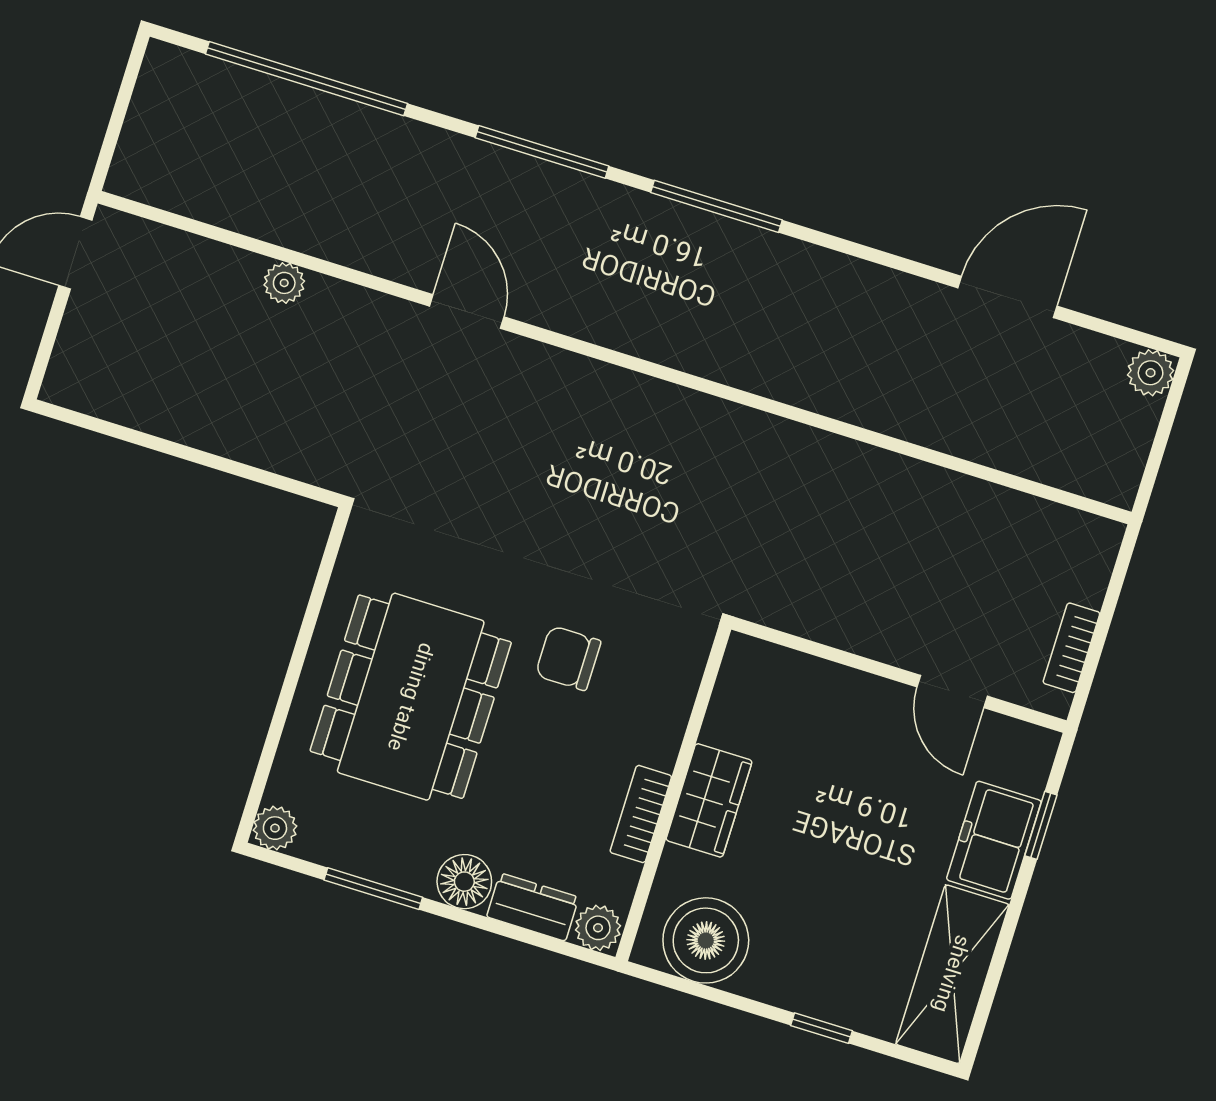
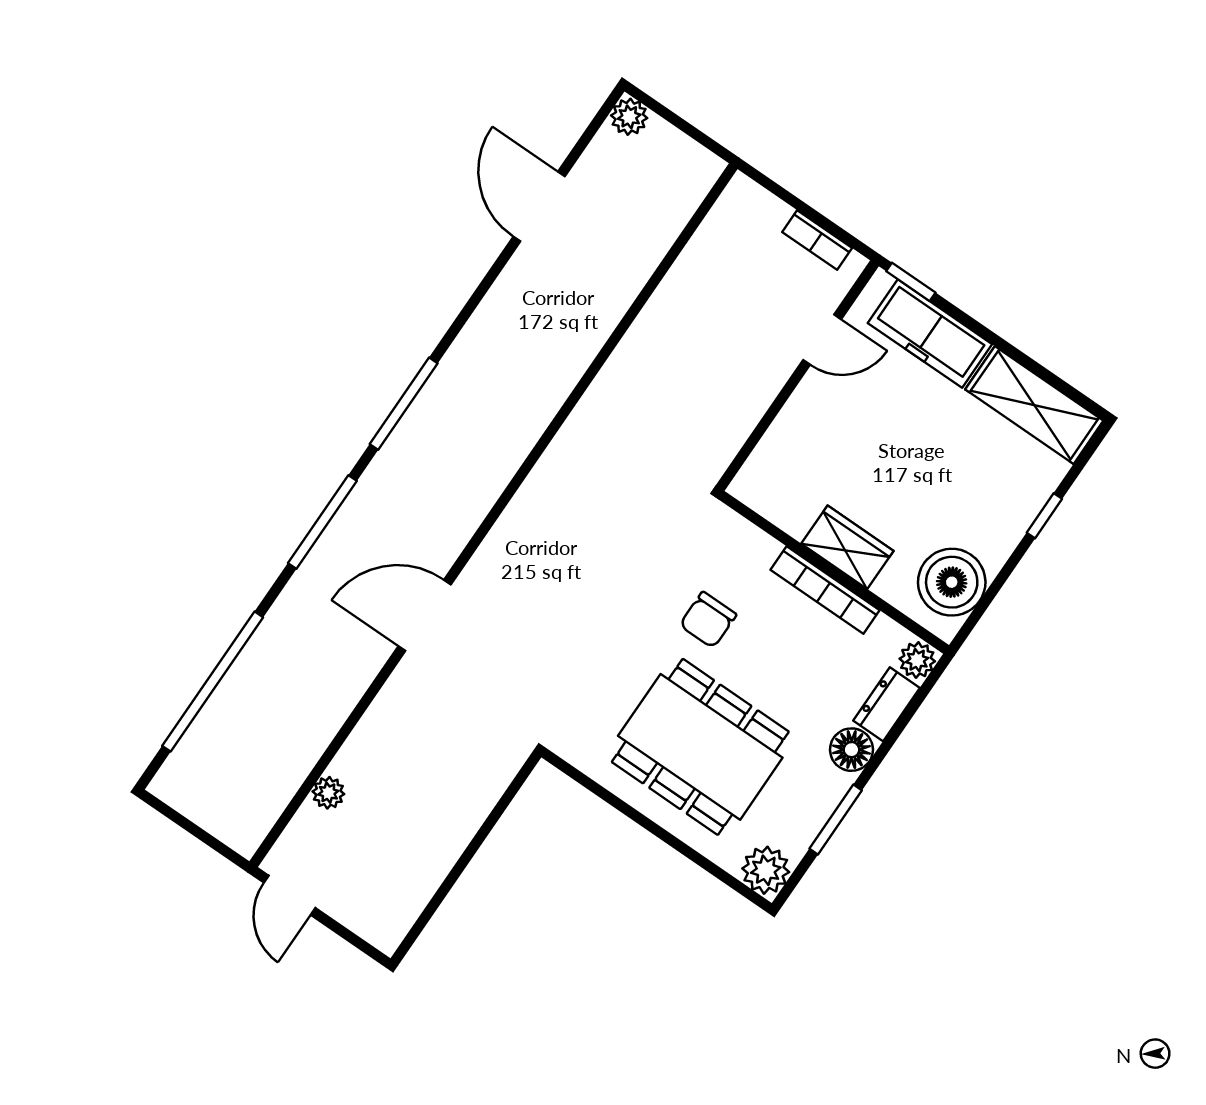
plant: (284, 283) -> (328, 793), moved
door: (467, 312) -> (425, 615), width x1.38
bookcase: (641, 814) -> (825, 590), width x1.56
window: (1041, 825) -> (911, 282), moved
plant: (275, 828) -> (766, 870), width x1.38, depth x1.38
freezer: (994, 840) -> (930, 334), width x1.40

